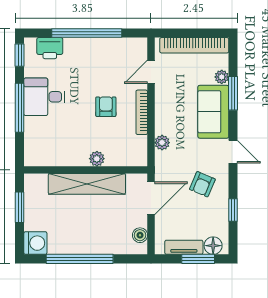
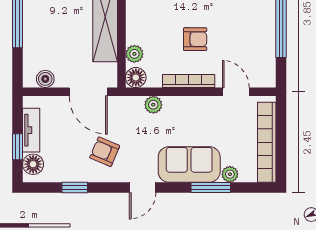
floor lamp: (139, 158) -> (136, 78), added
plant: (97, 159) -> (134, 54), moved
window: (198, 259) -> (18, 147), width x0.67

